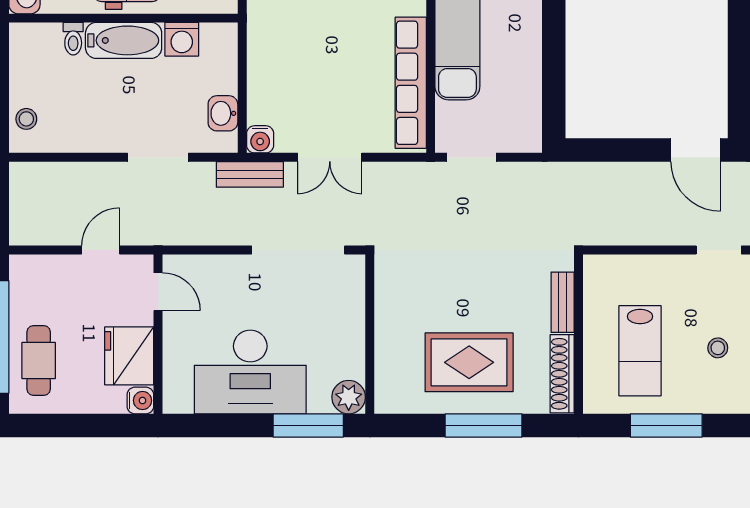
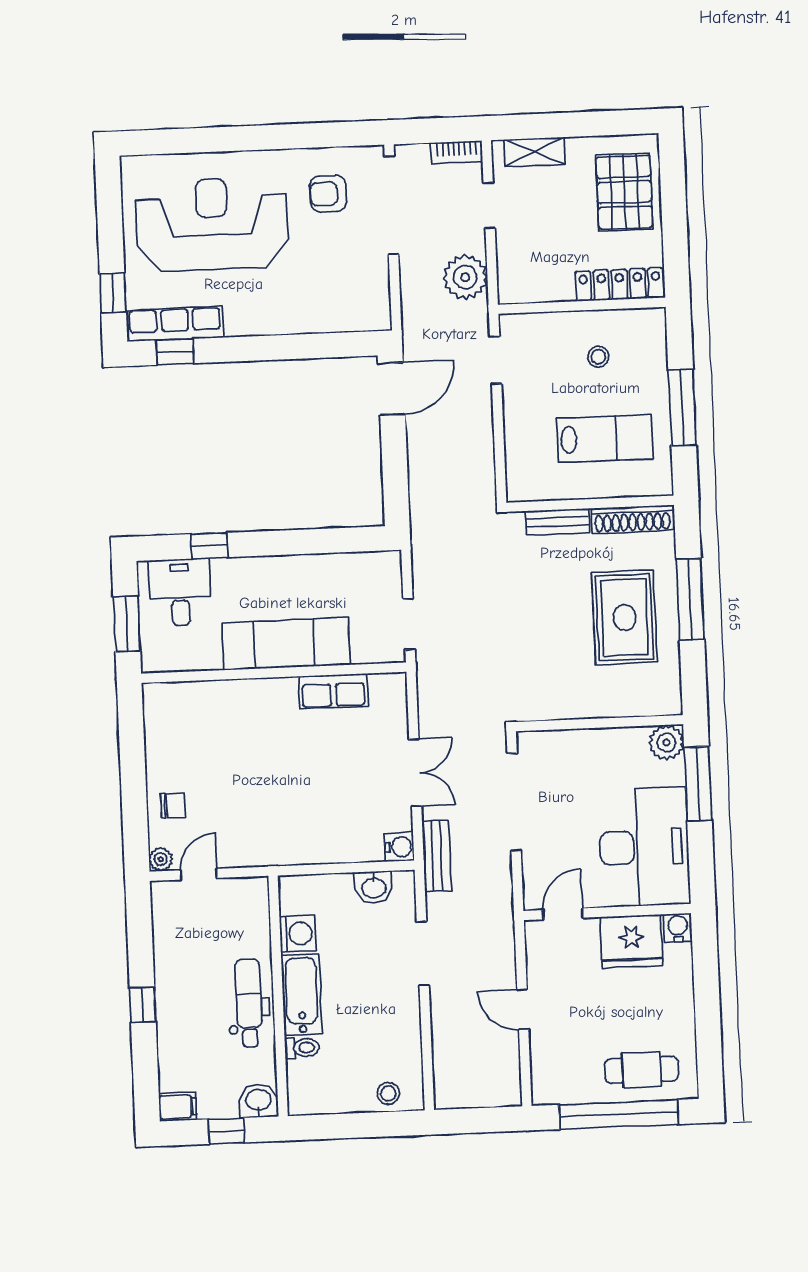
row of seats: (411, 83) -> (333, 691), width x0.50
door: (158, 292) -> (563, 914), moved
wall: (158, 334) -> (607, 912), moved
fridge: (129, 356) -> (631, 941), moved
water cooler: (140, 400) -> (678, 928), moved

